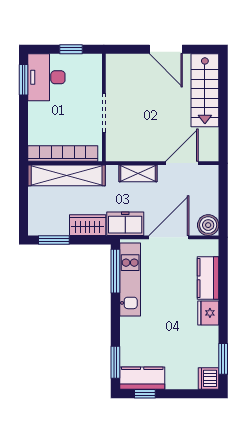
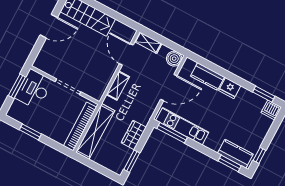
window: (71, 49) -> (17, 86), width x1.50
desk: (46, 77) -> (34, 89), moved, turned 90
window: (24, 80) -> (30, 132), moved
shelving: (211, 183) -> (148, 43), added
freezer: (125, 224) -> (145, 111), removed
door: (169, 237) -> (169, 88), swing flipped
kitchen counter: (142, 378) -> (235, 154), moved, turned 90

